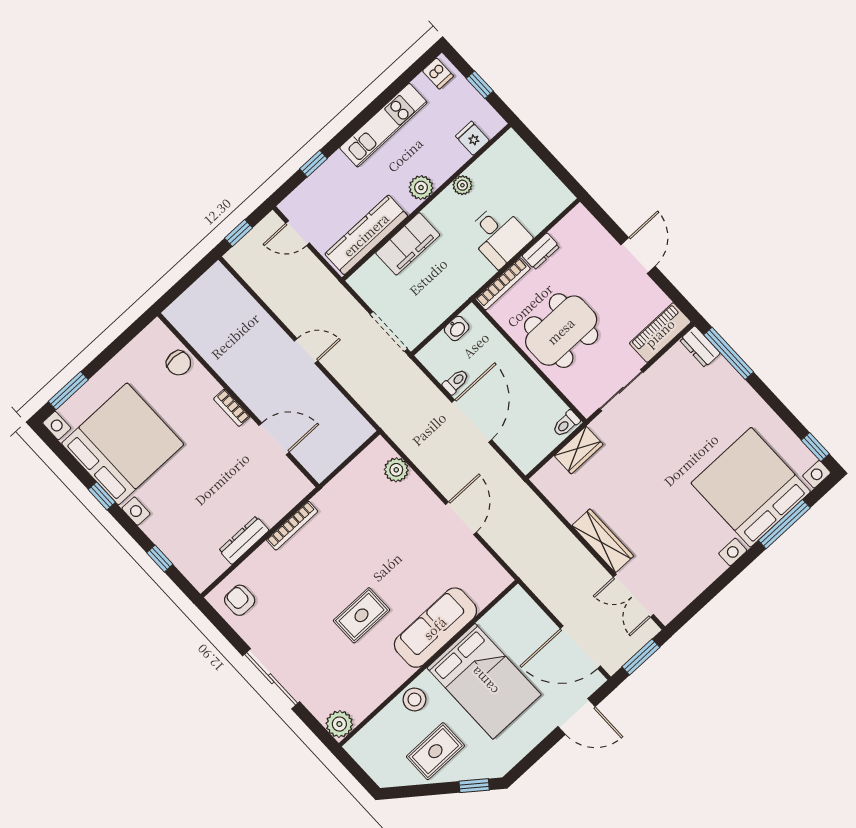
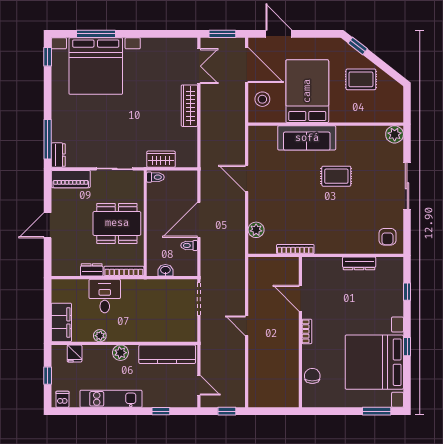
filing cabinet: (408, 244) -> (61, 322), moved, turned 90
door: (461, 518) -> (247, 178), hinge flipped
bookcase: (292, 526) -> (295, 249), moved
stool: (414, 700) -> (262, 99), moved

